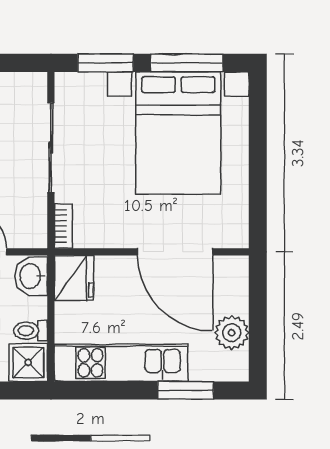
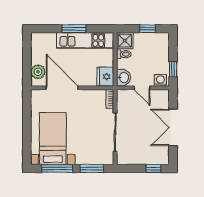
bed with nightstands: (178, 133) -> (53, 138), width x0.73
plant: (232, 333) -> (38, 72), moved
window: (186, 390) -> (74, 29), moved

